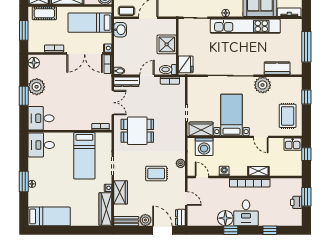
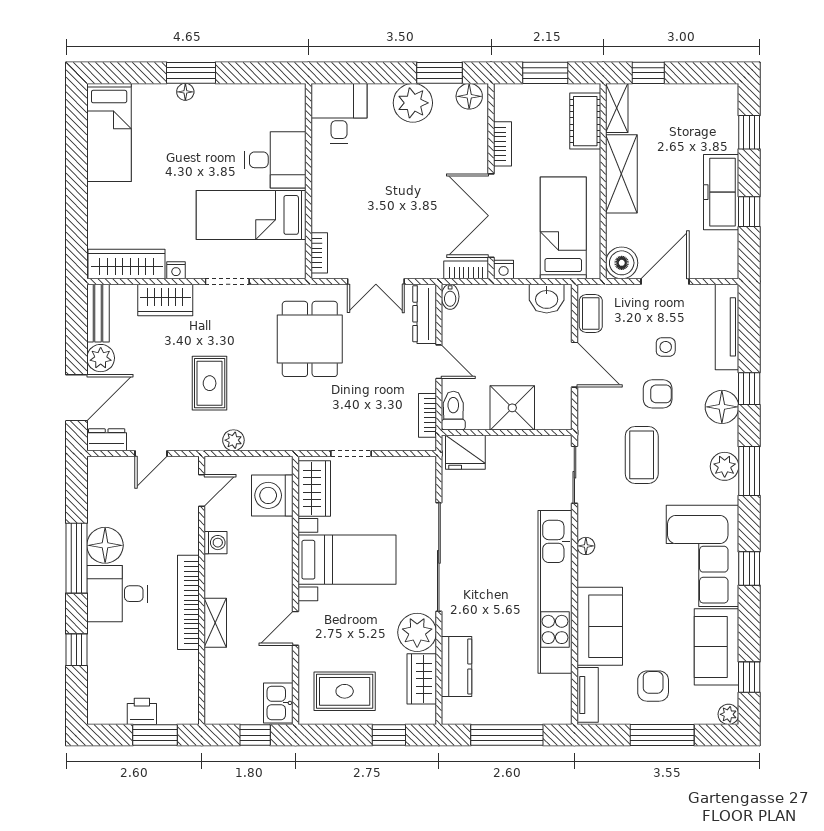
wardrobe: (282, 83) -> (422, 679), added
window: (24, 96) -> (439, 73), moved
desk: (41, 145) -> (275, 160), moved, turned 90
window: (231, 230) -> (77, 558), width x2.17

